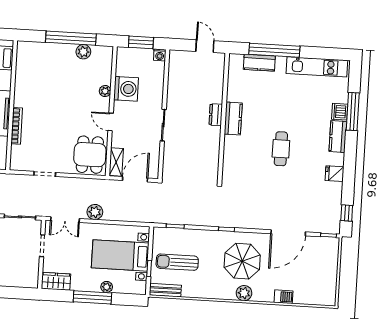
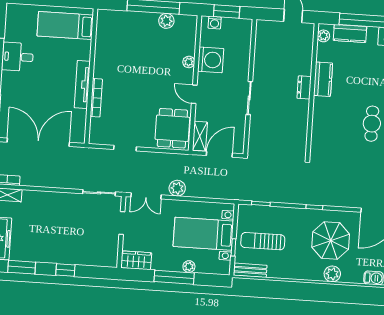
washing machine: (160, 55) -> (215, 23), moved
plant: (234, 65) -> (323, 36), added
kitchen counter: (233, 118) -> (323, 79), moved

